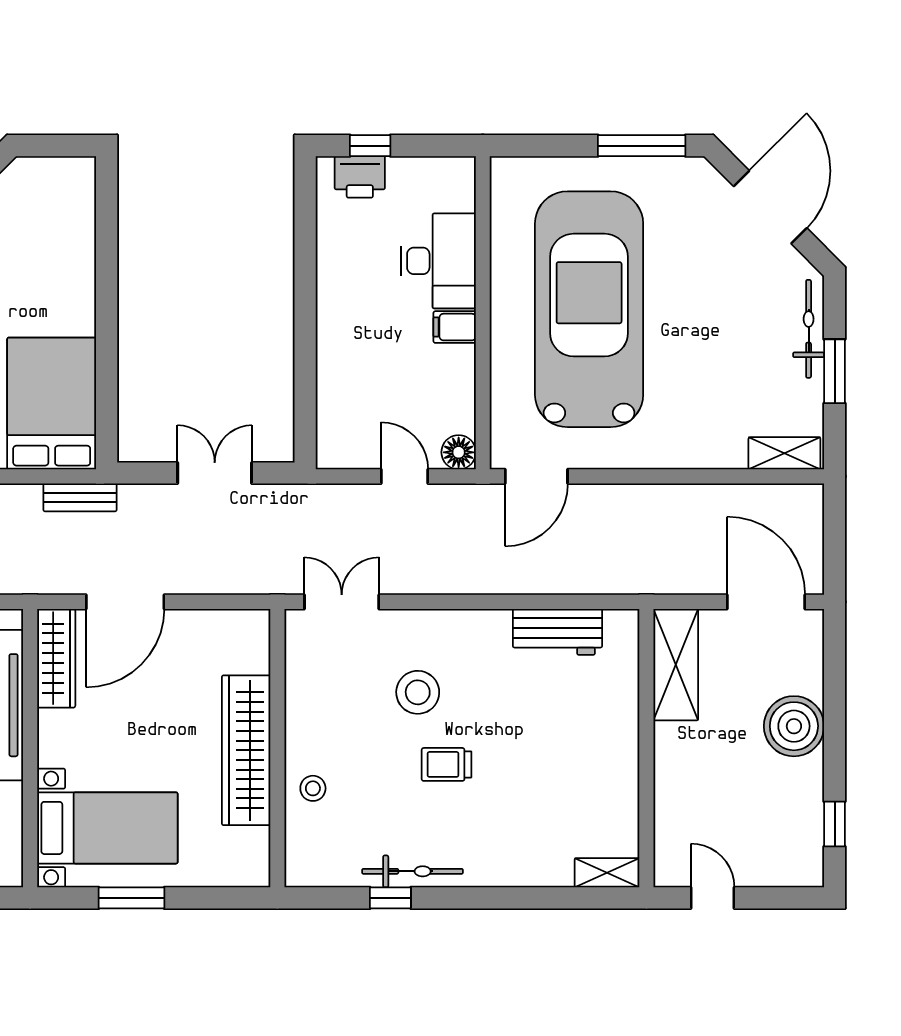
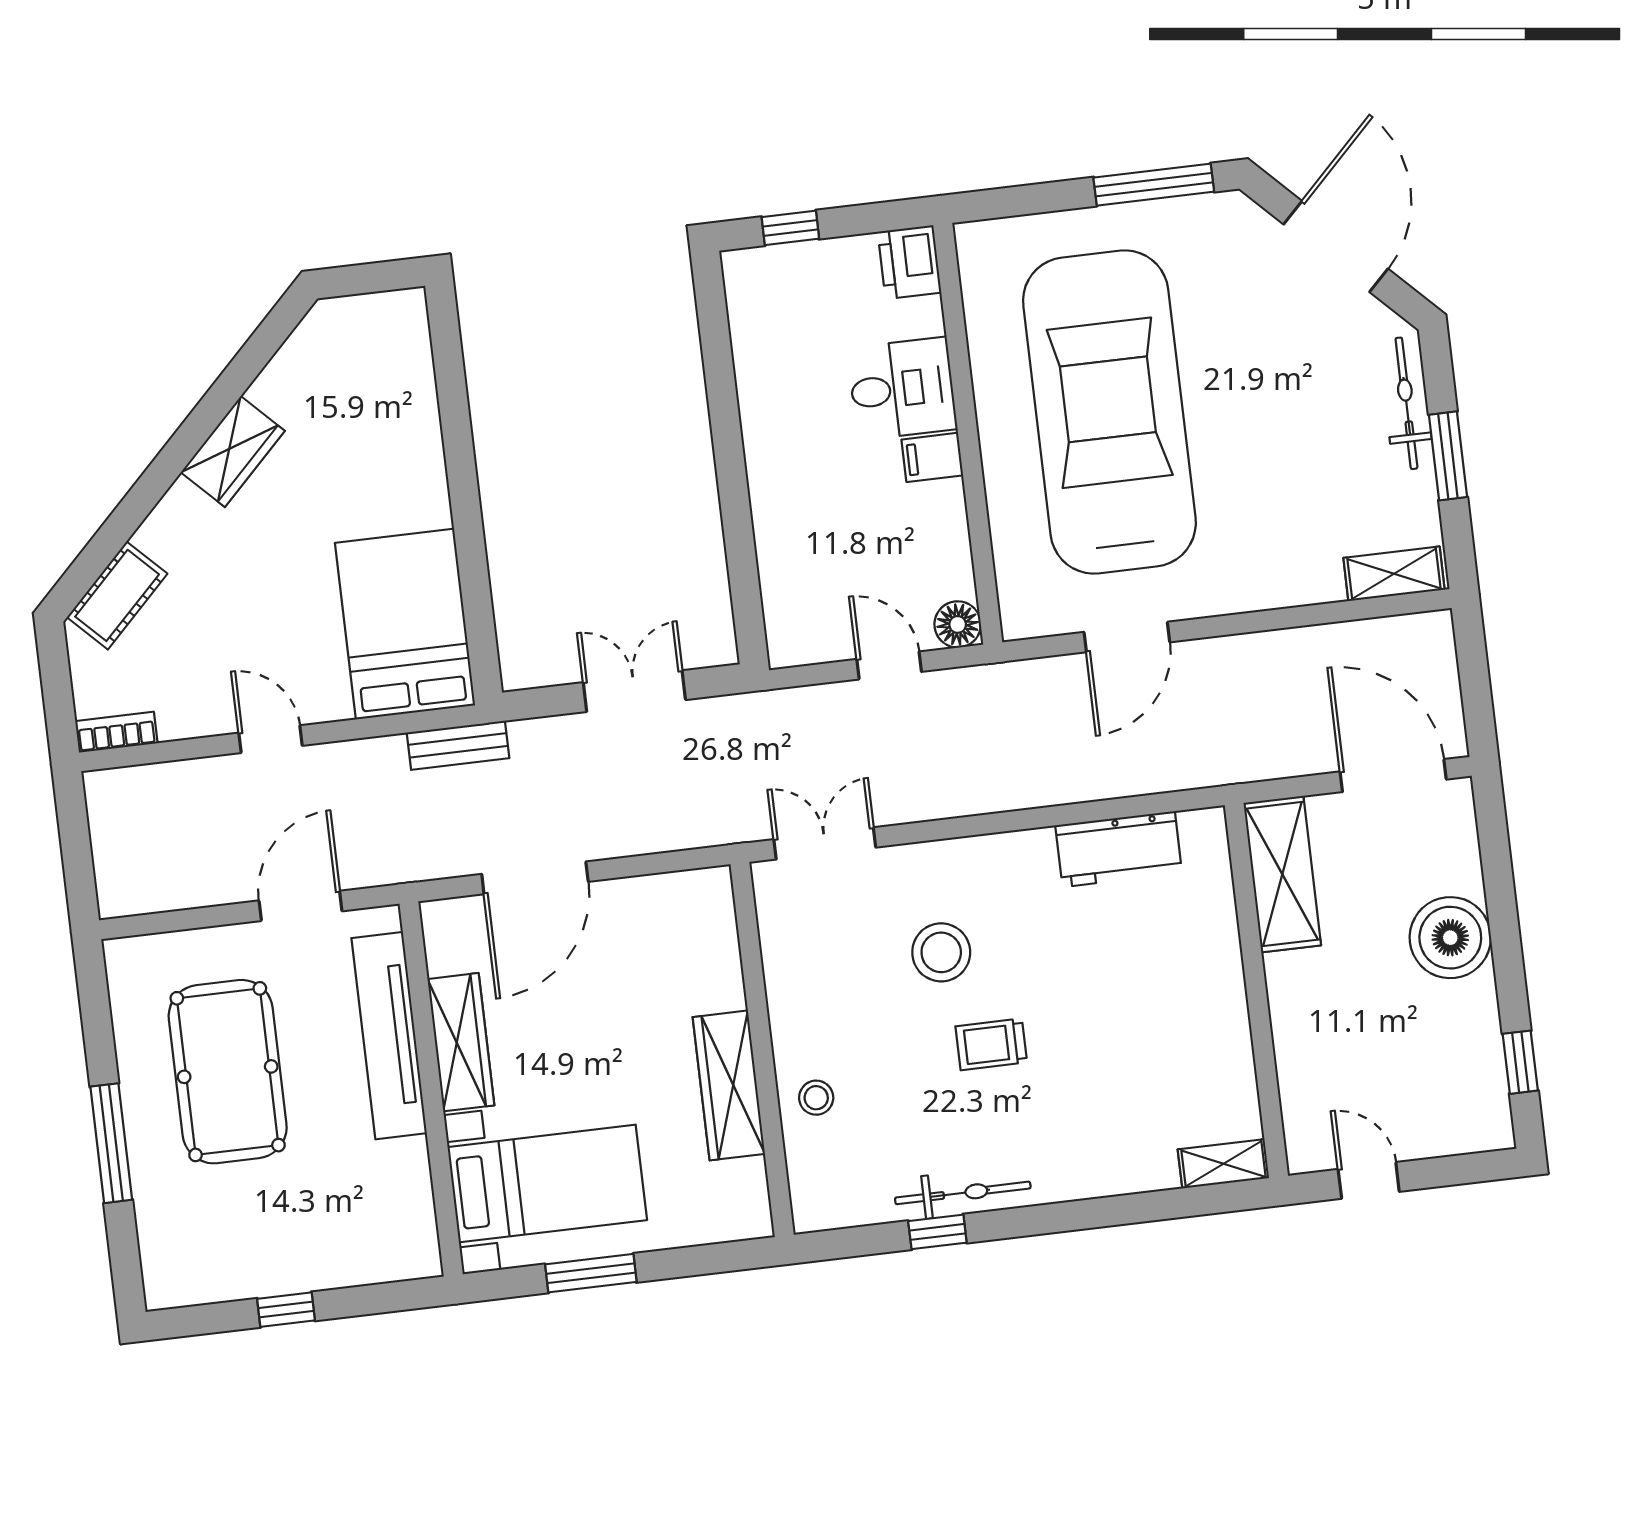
printer: (360, 177) -> (909, 262), moved, turned 90
desk: (438, 261) -> (902, 389), width x0.73
door: (536, 476) -> (1127, 637), moved
wardrobe: (56, 658) -> (461, 1042), moved
wardrobe: (246, 750) -> (729, 1085), width x0.71, depth x0.85

